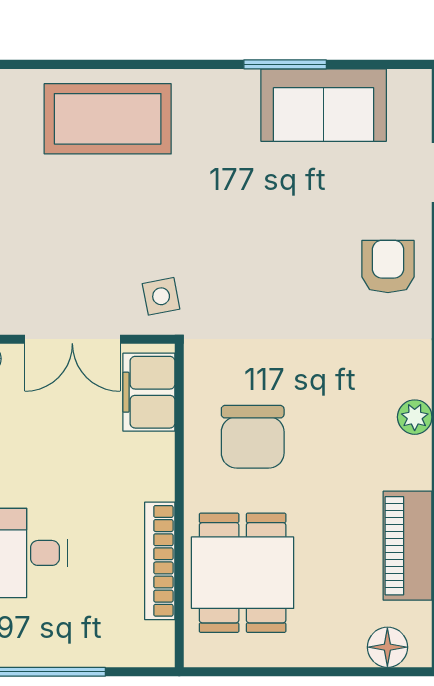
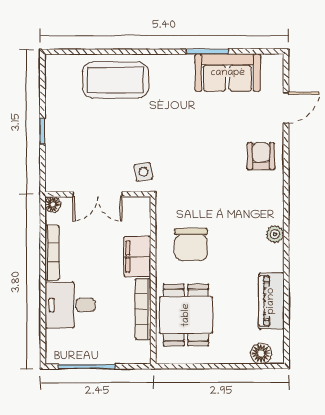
filing cabinet: (149, 392) -> (137, 256), moved

